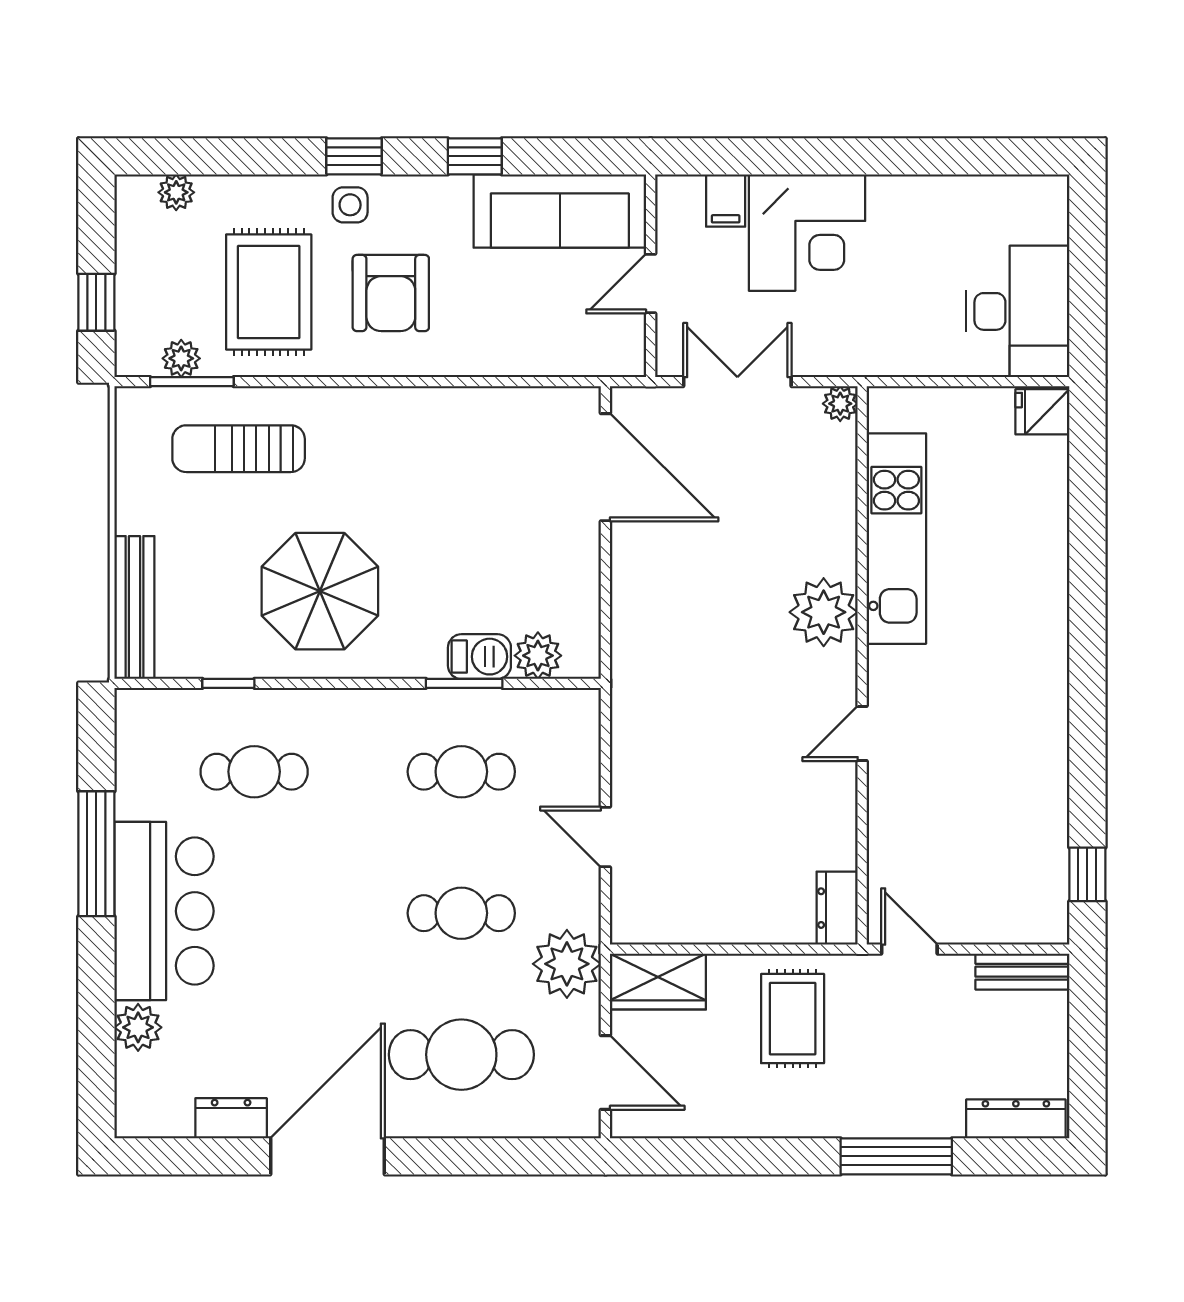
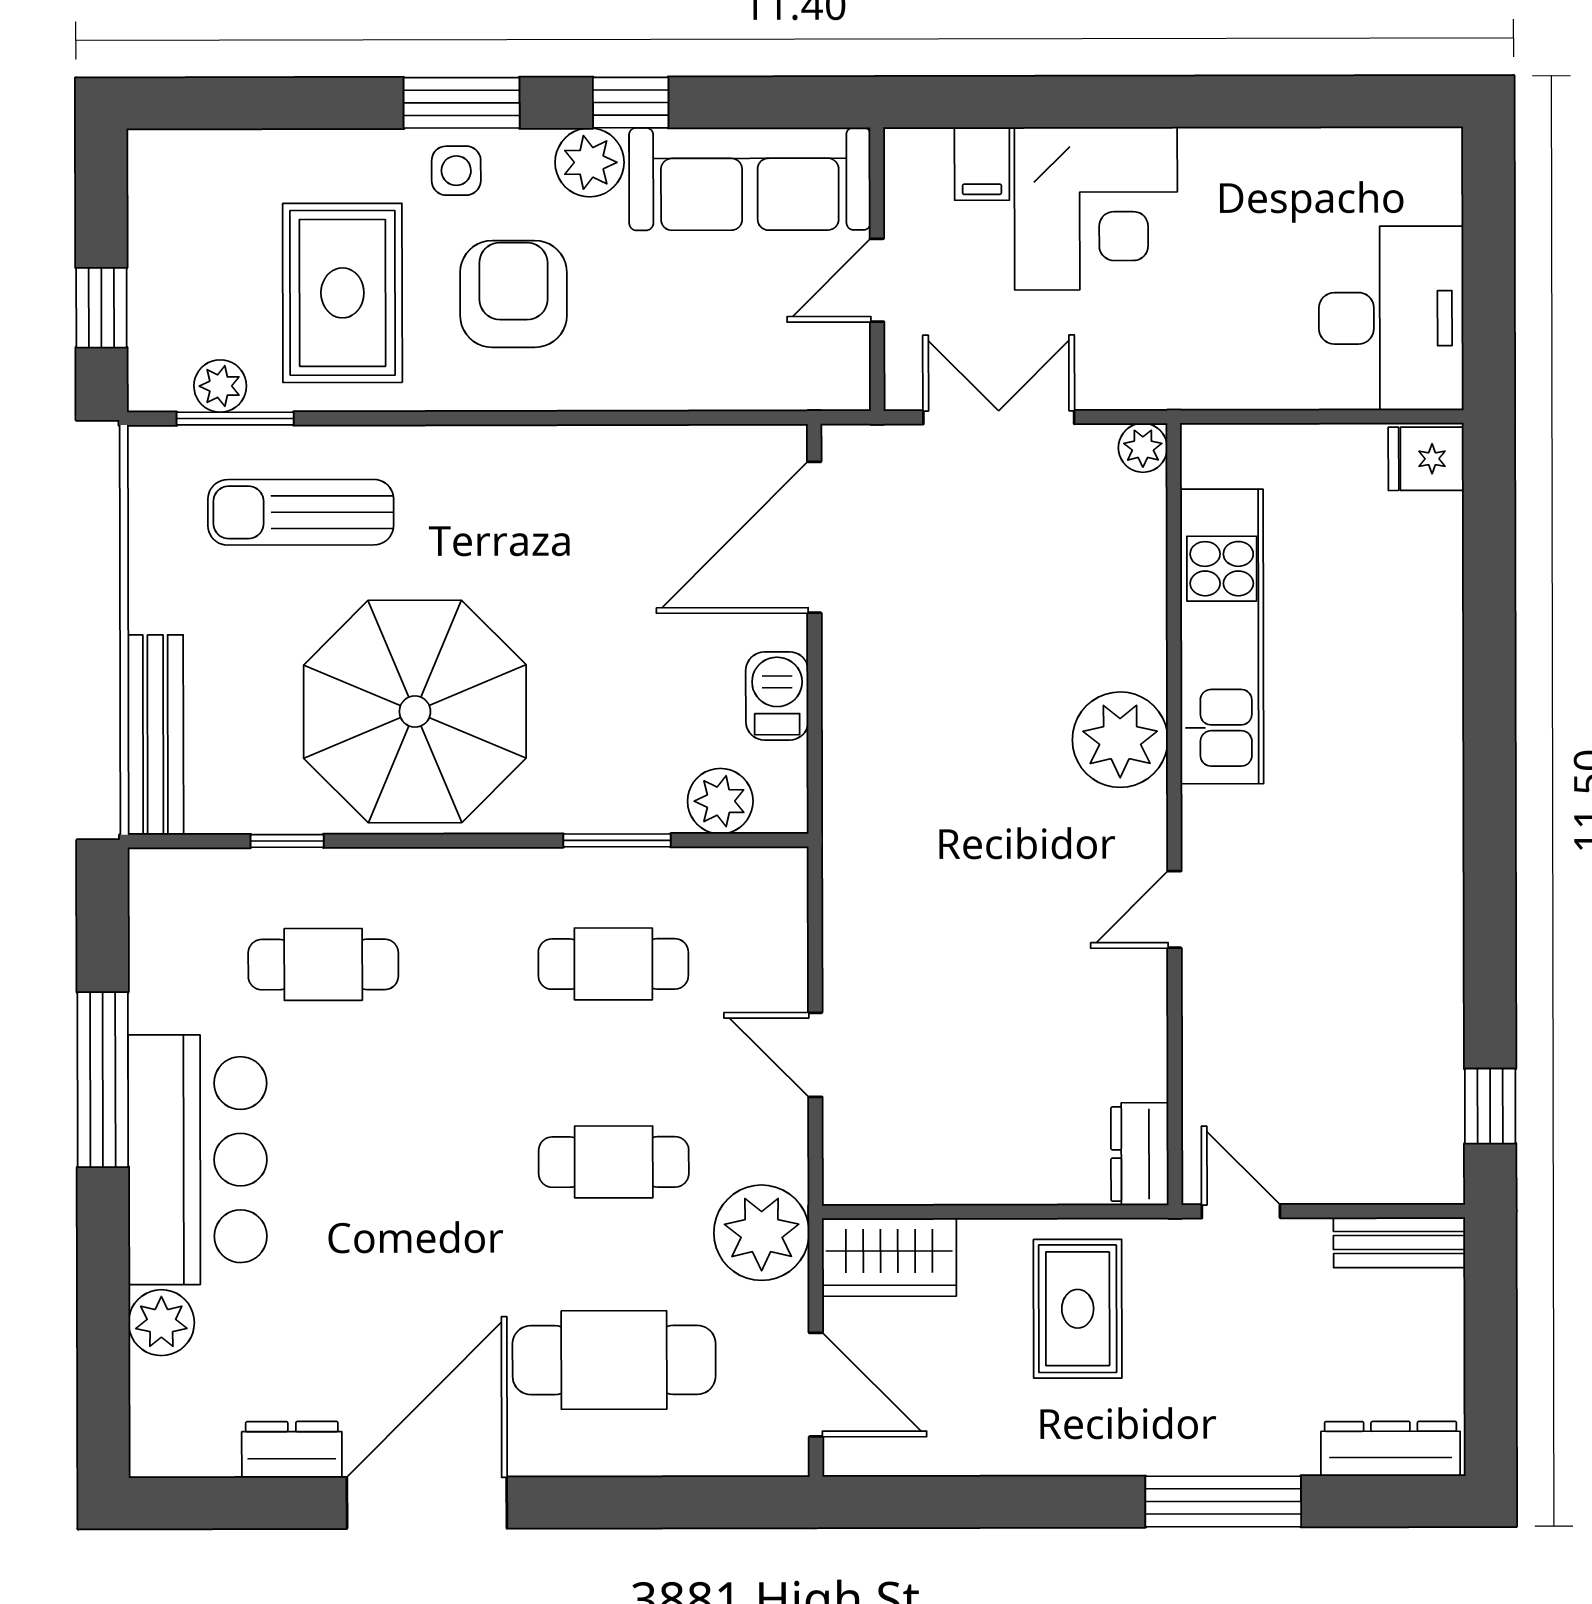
window: (354, 156) -> (462, 103), width x1.50
plant: (176, 192) -> (590, 162), moved, width x1.38, depth x1.38
armchair: (391, 293) -> (513, 294), turned 180
door: (605, 467) -> (814, 537), swing flipped
parasol: (320, 591) -> (415, 712), width x1.36, depth x1.36
barbecue: (479, 657) -> (777, 696), moved, turned -90

